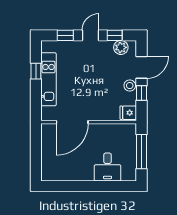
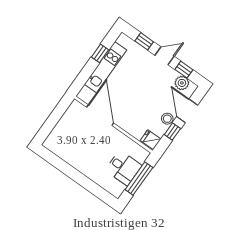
door: (141, 67) -> (187, 111), swing flipped
door: (72, 122) -> (100, 115), swing flipped
desk: (108, 167) -> (123, 168), moved, turned -90

